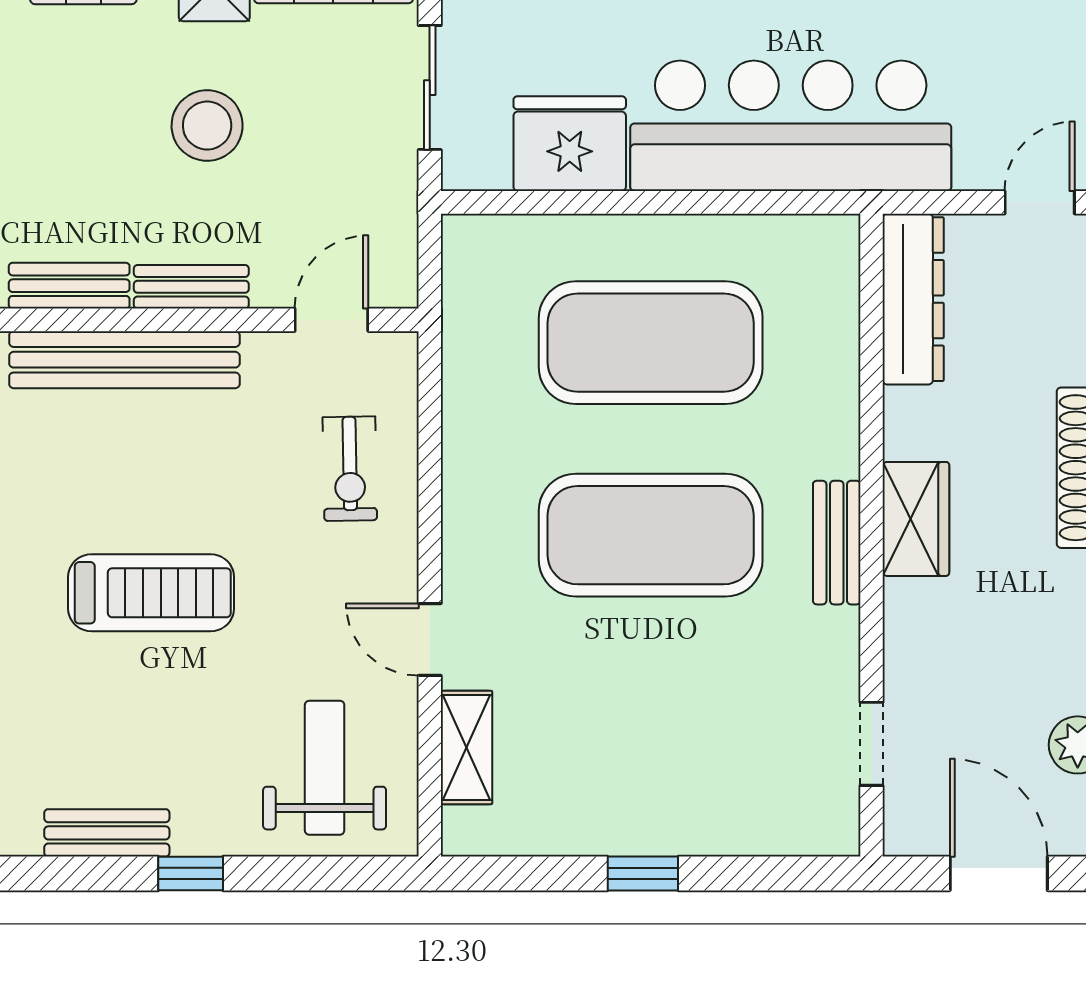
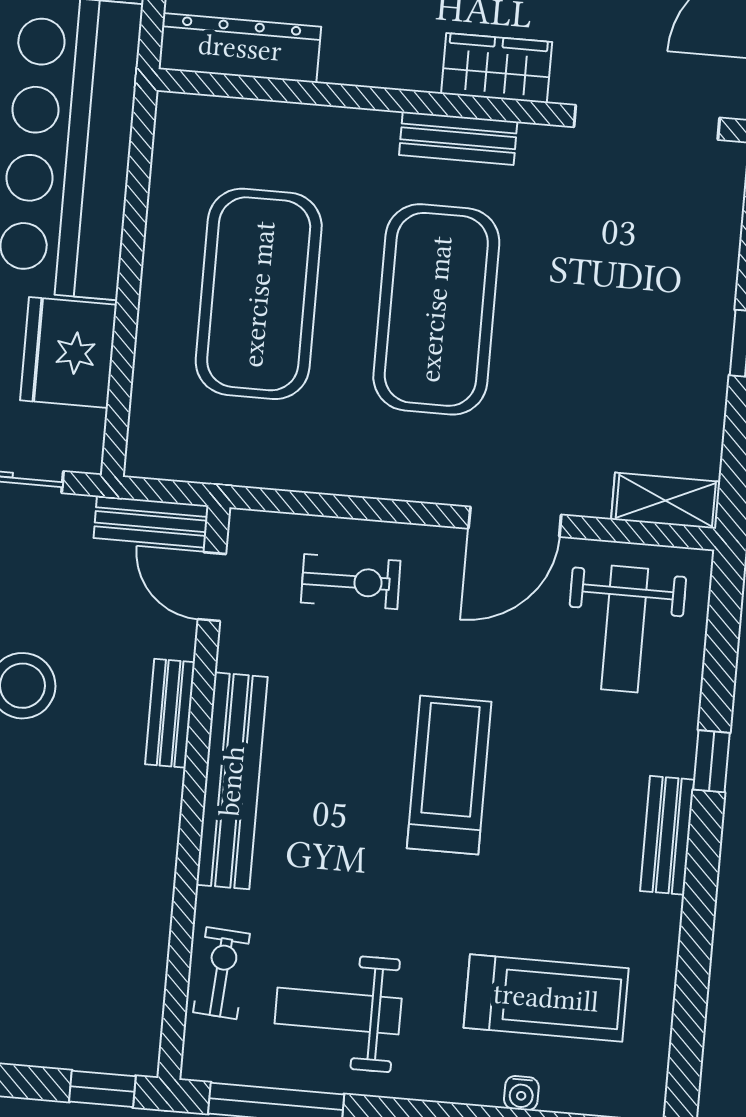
bench: (69, 286) -> (151, 522), moved, turned 90
wardrobe: (916, 519) -> (497, 68), moved
door: (430, 640) -> (515, 522), width x1.38
doorway: (872, 744) -> (647, 122), width x1.88
shelving: (467, 748) -> (666, 501), moved
weight bench: (325, 768) -> (625, 629), turned -90

